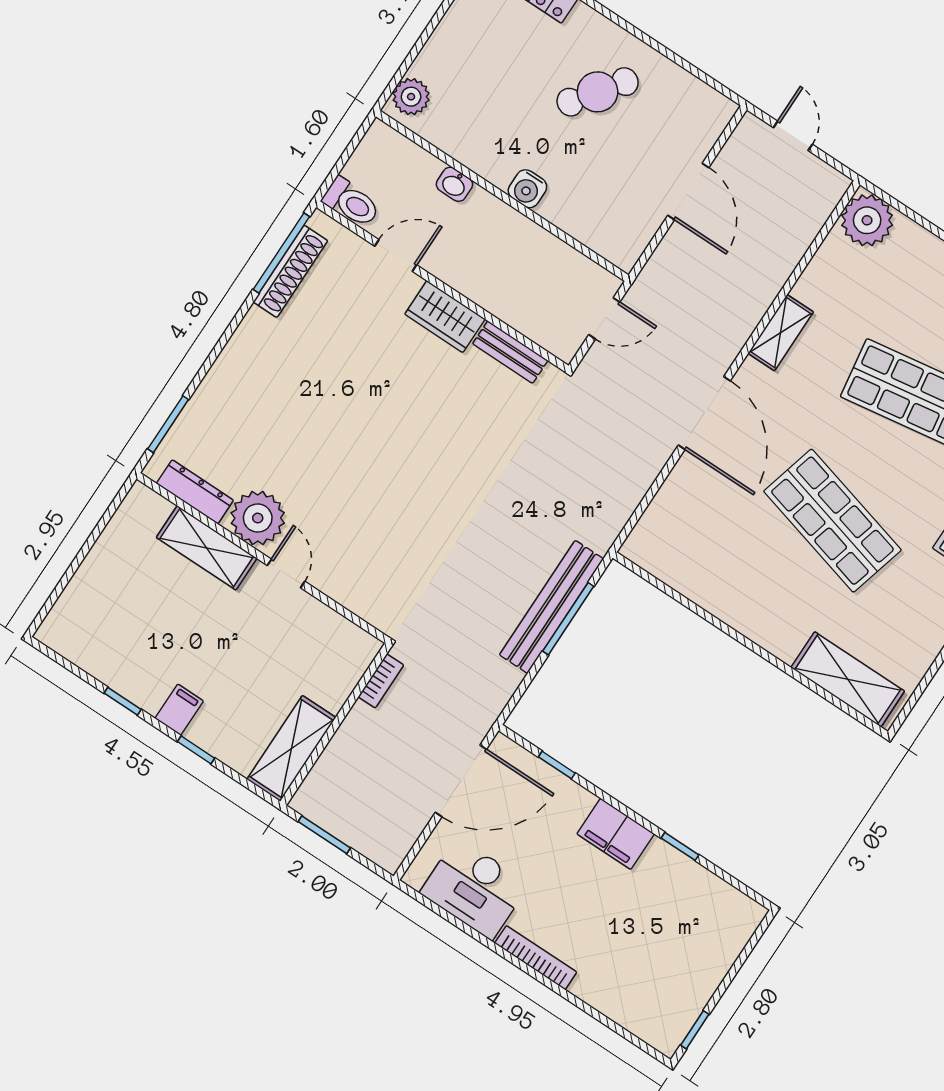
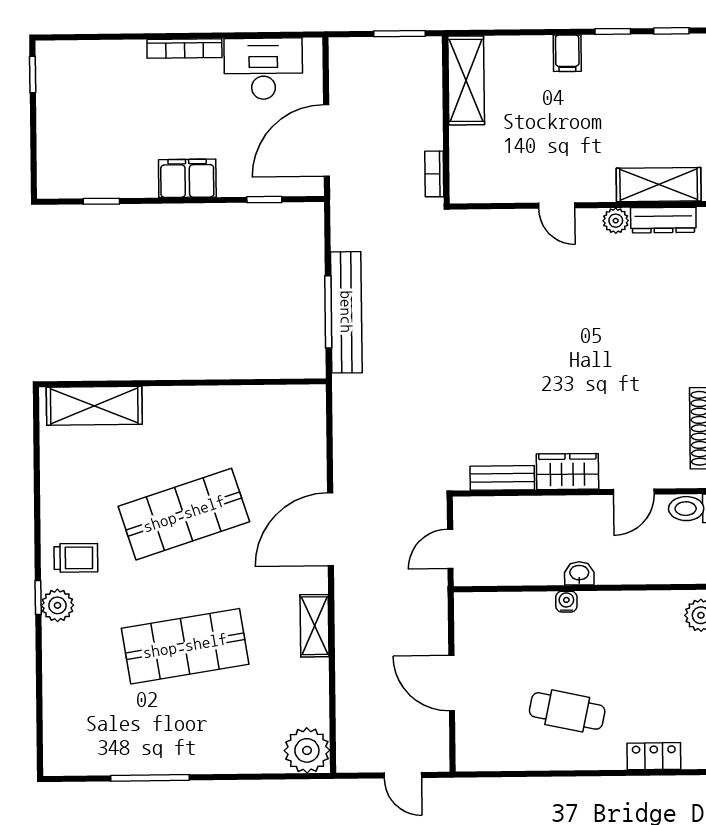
cafe table: (598, 92) -> (567, 711), turned 66
washbasin: (454, 184) -> (579, 573), moved
water cooler: (527, 189) -> (566, 602), width x0.72, depth x0.72
door: (704, 413) -> (330, 529), hinge flipped
plant: (258, 518) -> (616, 221), width x0.53, depth x0.53
shop shelf: (832, 521) -> (184, 514), turned -33
shelving: (207, 548) -> (659, 185), moved
window: (196, 750) -> (671, 31), moved
window: (680, 846) -> (101, 201), moved

